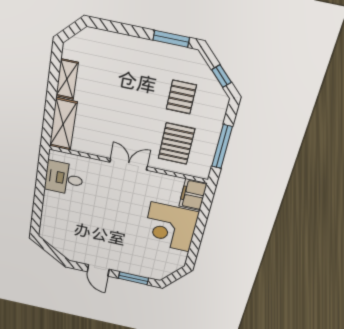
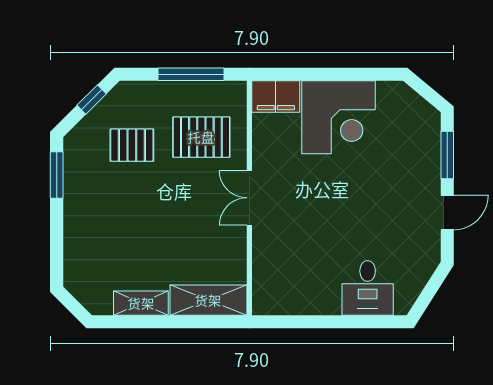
desk: (64, 178) -> (368, 288), moved

